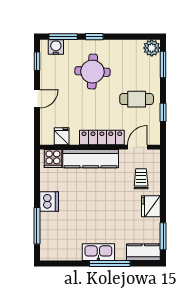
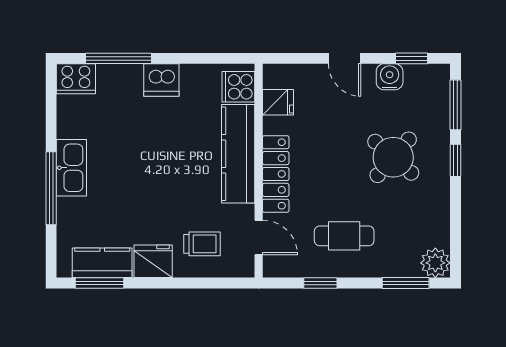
water cooler: (56, 47) -> (390, 77), moved, turned -90
round table: (92, 72) -> (393, 157), turned 38
cafe table: (137, 99) -> (344, 236), turned 90
cooker: (48, 250) -> (76, 79), added
kitchen counter: (143, 252) -> (102, 263), moved, turned -90

